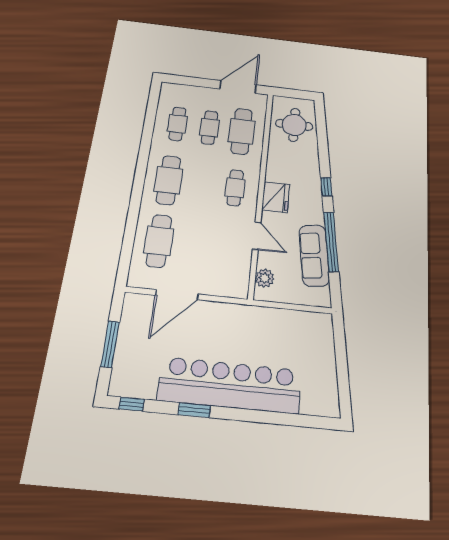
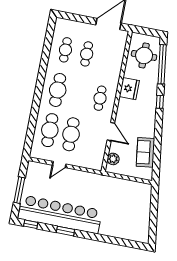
cafe table: (242, 131) -> (71, 134), moved
fridge: (276, 197) -> (129, 89), moved
window: (331, 242) -> (162, 64), moved
sofa: (314, 255) -> (145, 152), width x0.73
door: (177, 295) -> (59, 165), width x0.53
bar counter: (230, 385) -> (60, 214), moved

